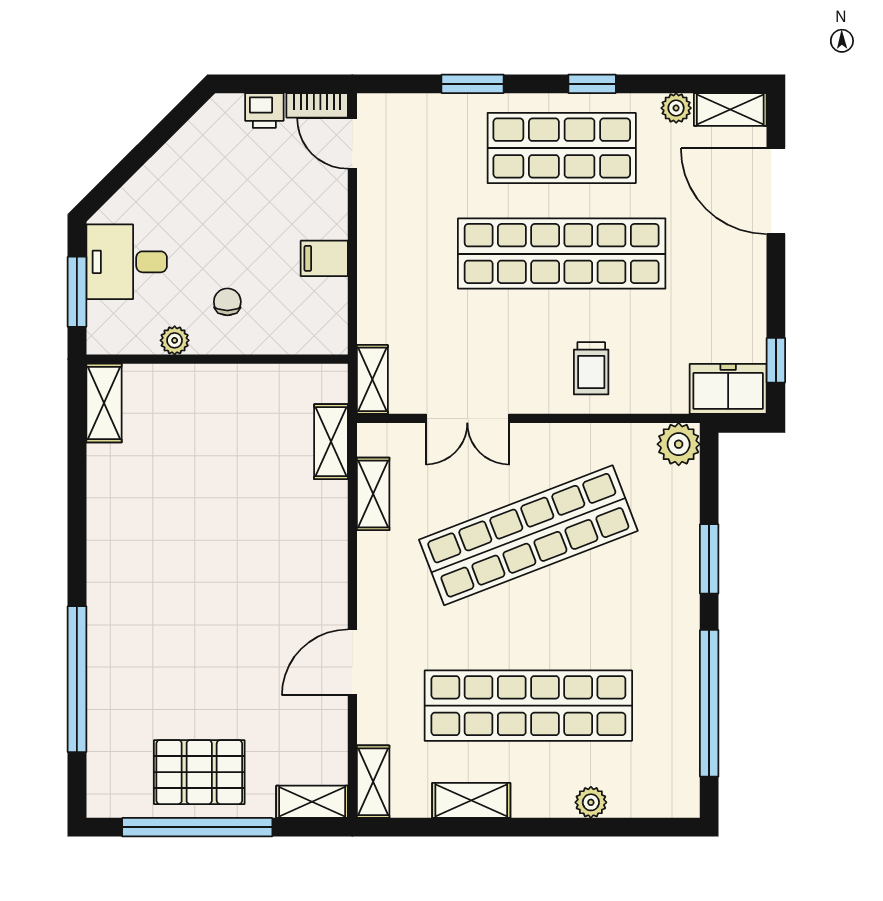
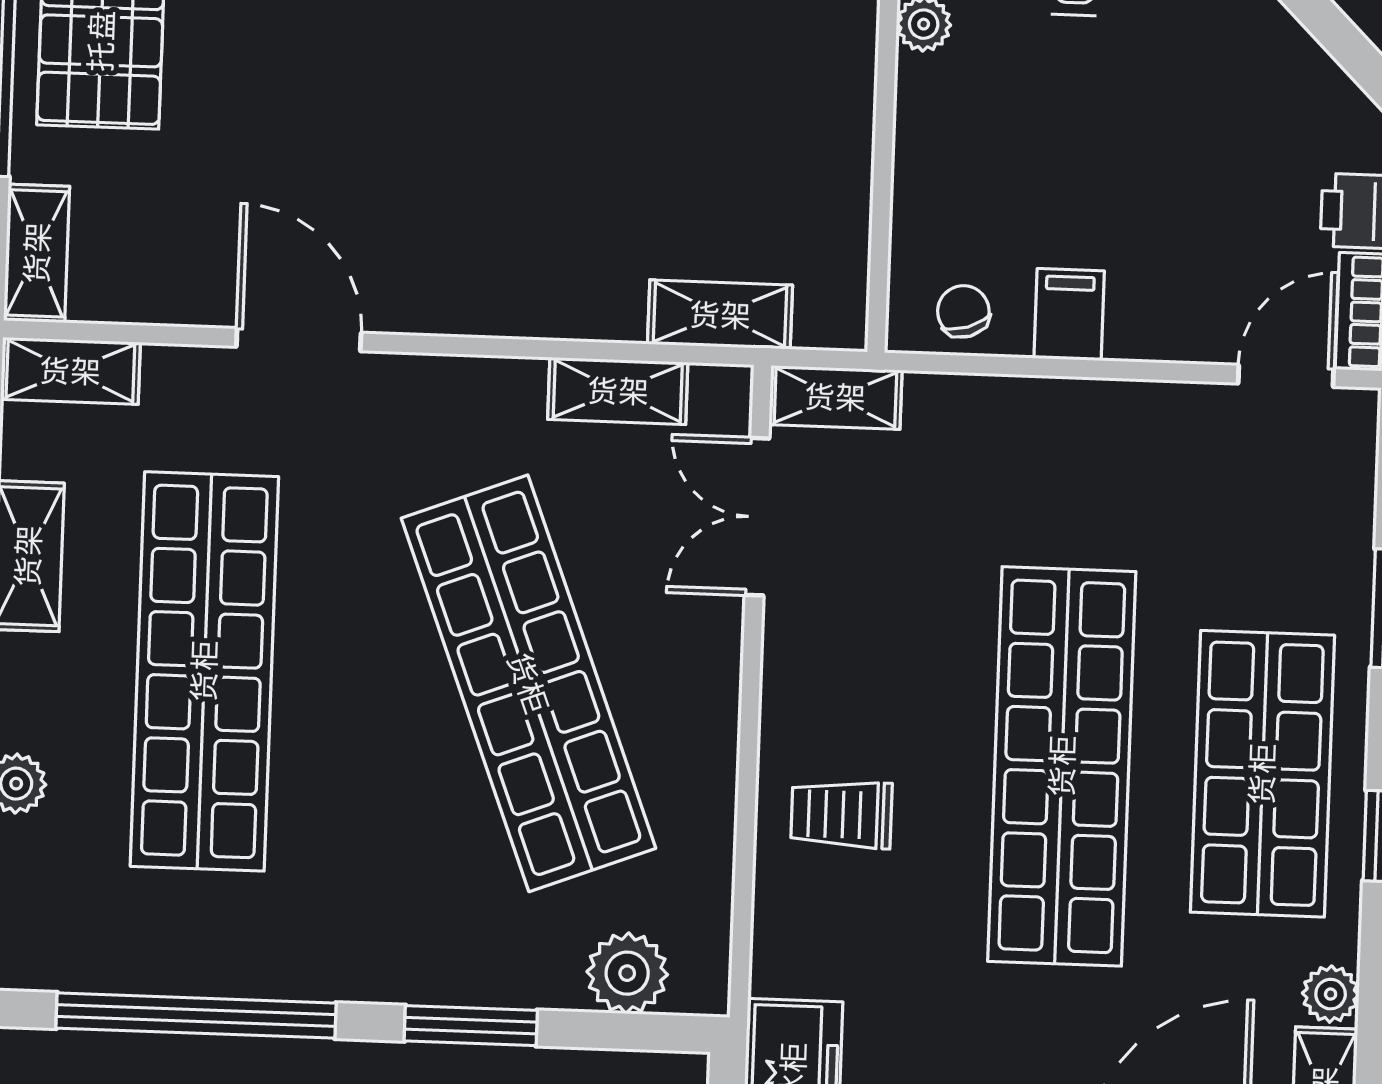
chair: (227, 302) -> (963, 311), moved, turned -108
double door: (467, 418) -> (757, 517), moved
plant: (679, 444) -> (627, 973), moved

